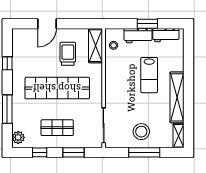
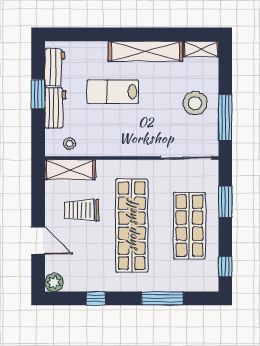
lab bench: (149, 75) -> (113, 92), turned 180
shop shelf: (57, 128) -> (189, 226), width x1.43, depth x1.36
plant: (18, 137) -> (54, 282), moved
window: (40, 152) -> (225, 267), moved
window: (144, 152) -> (225, 118), moved

